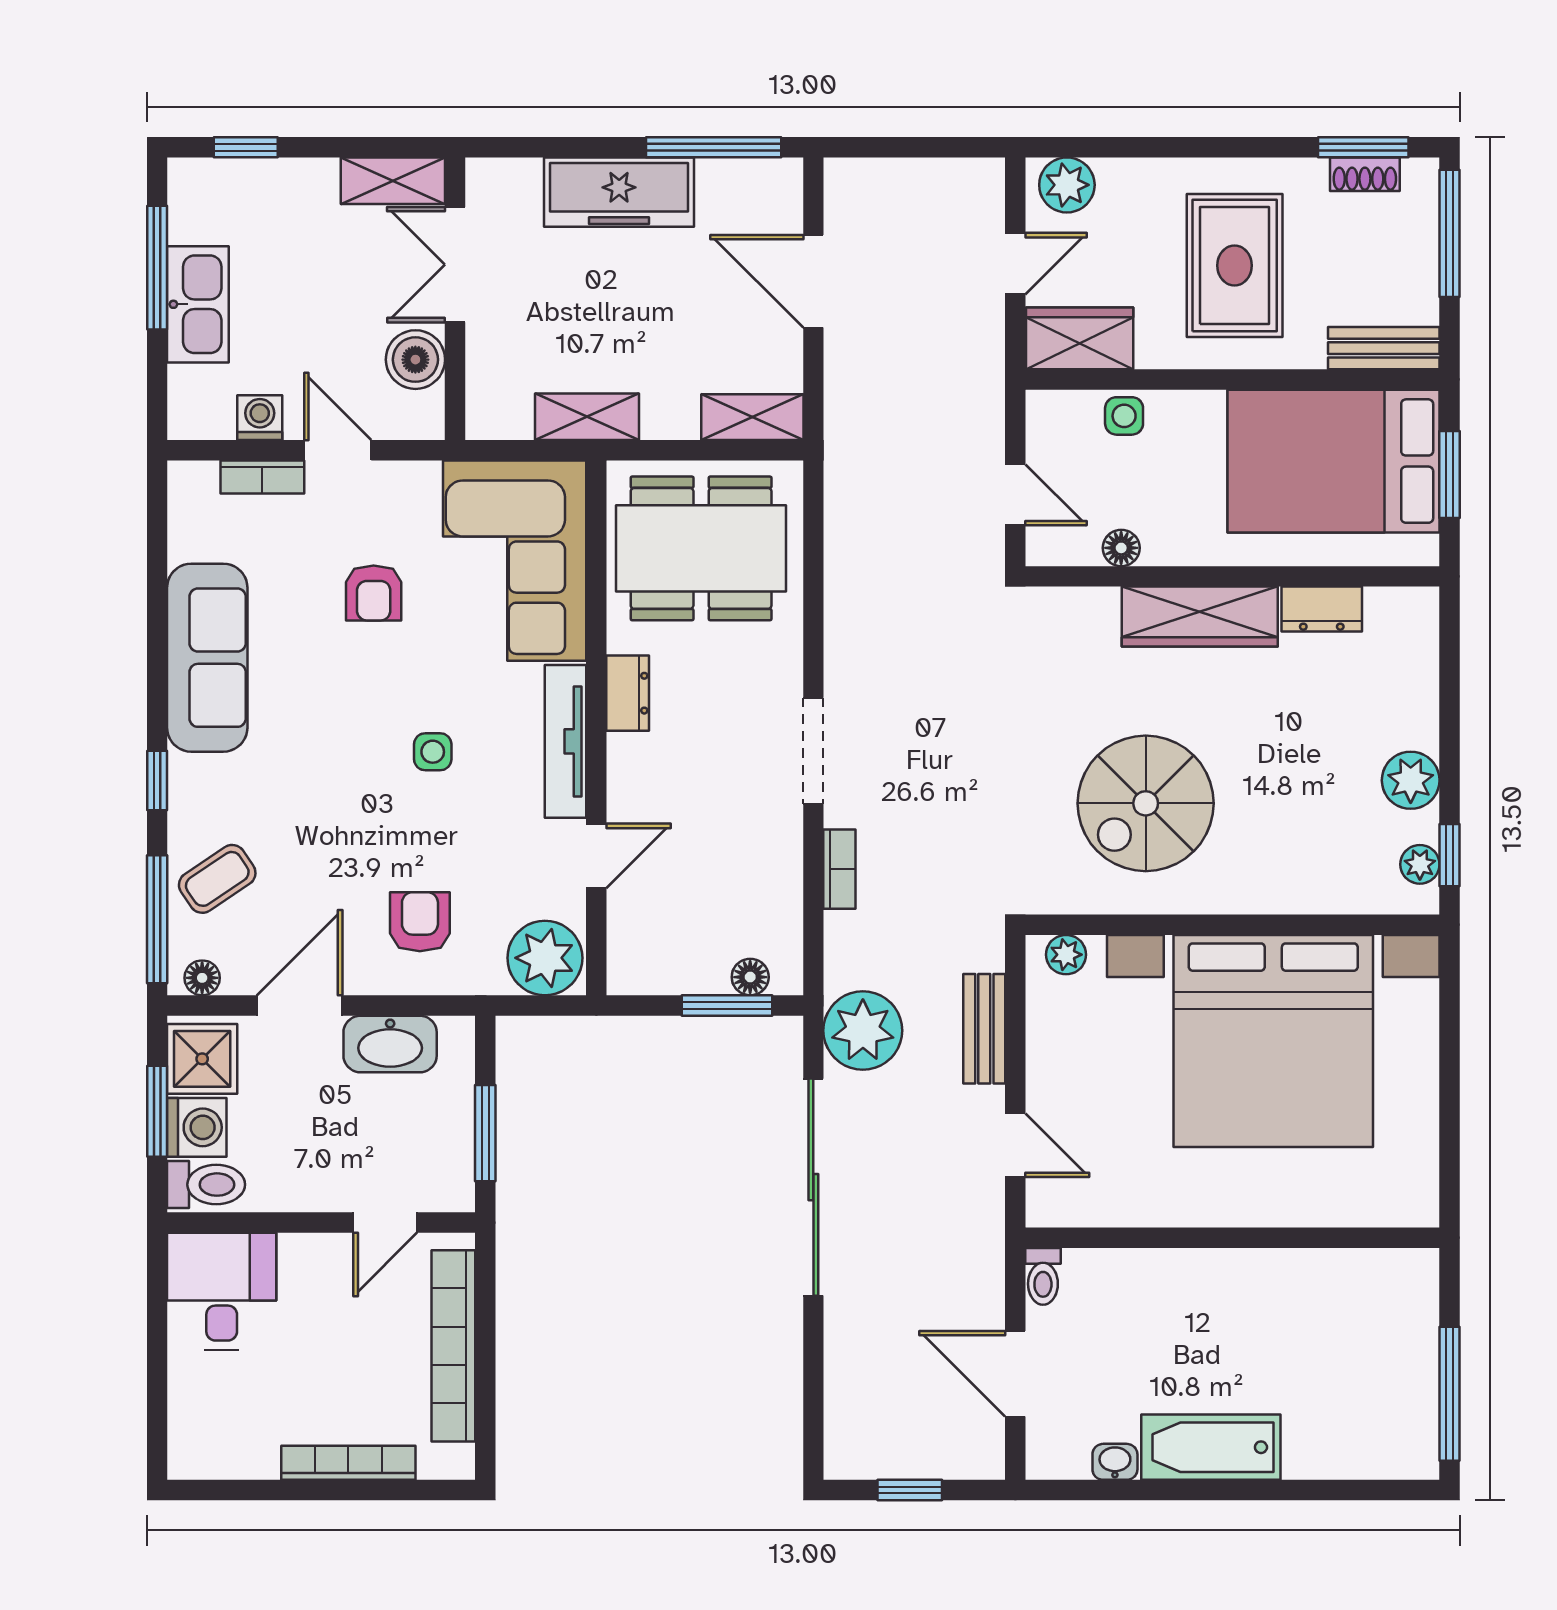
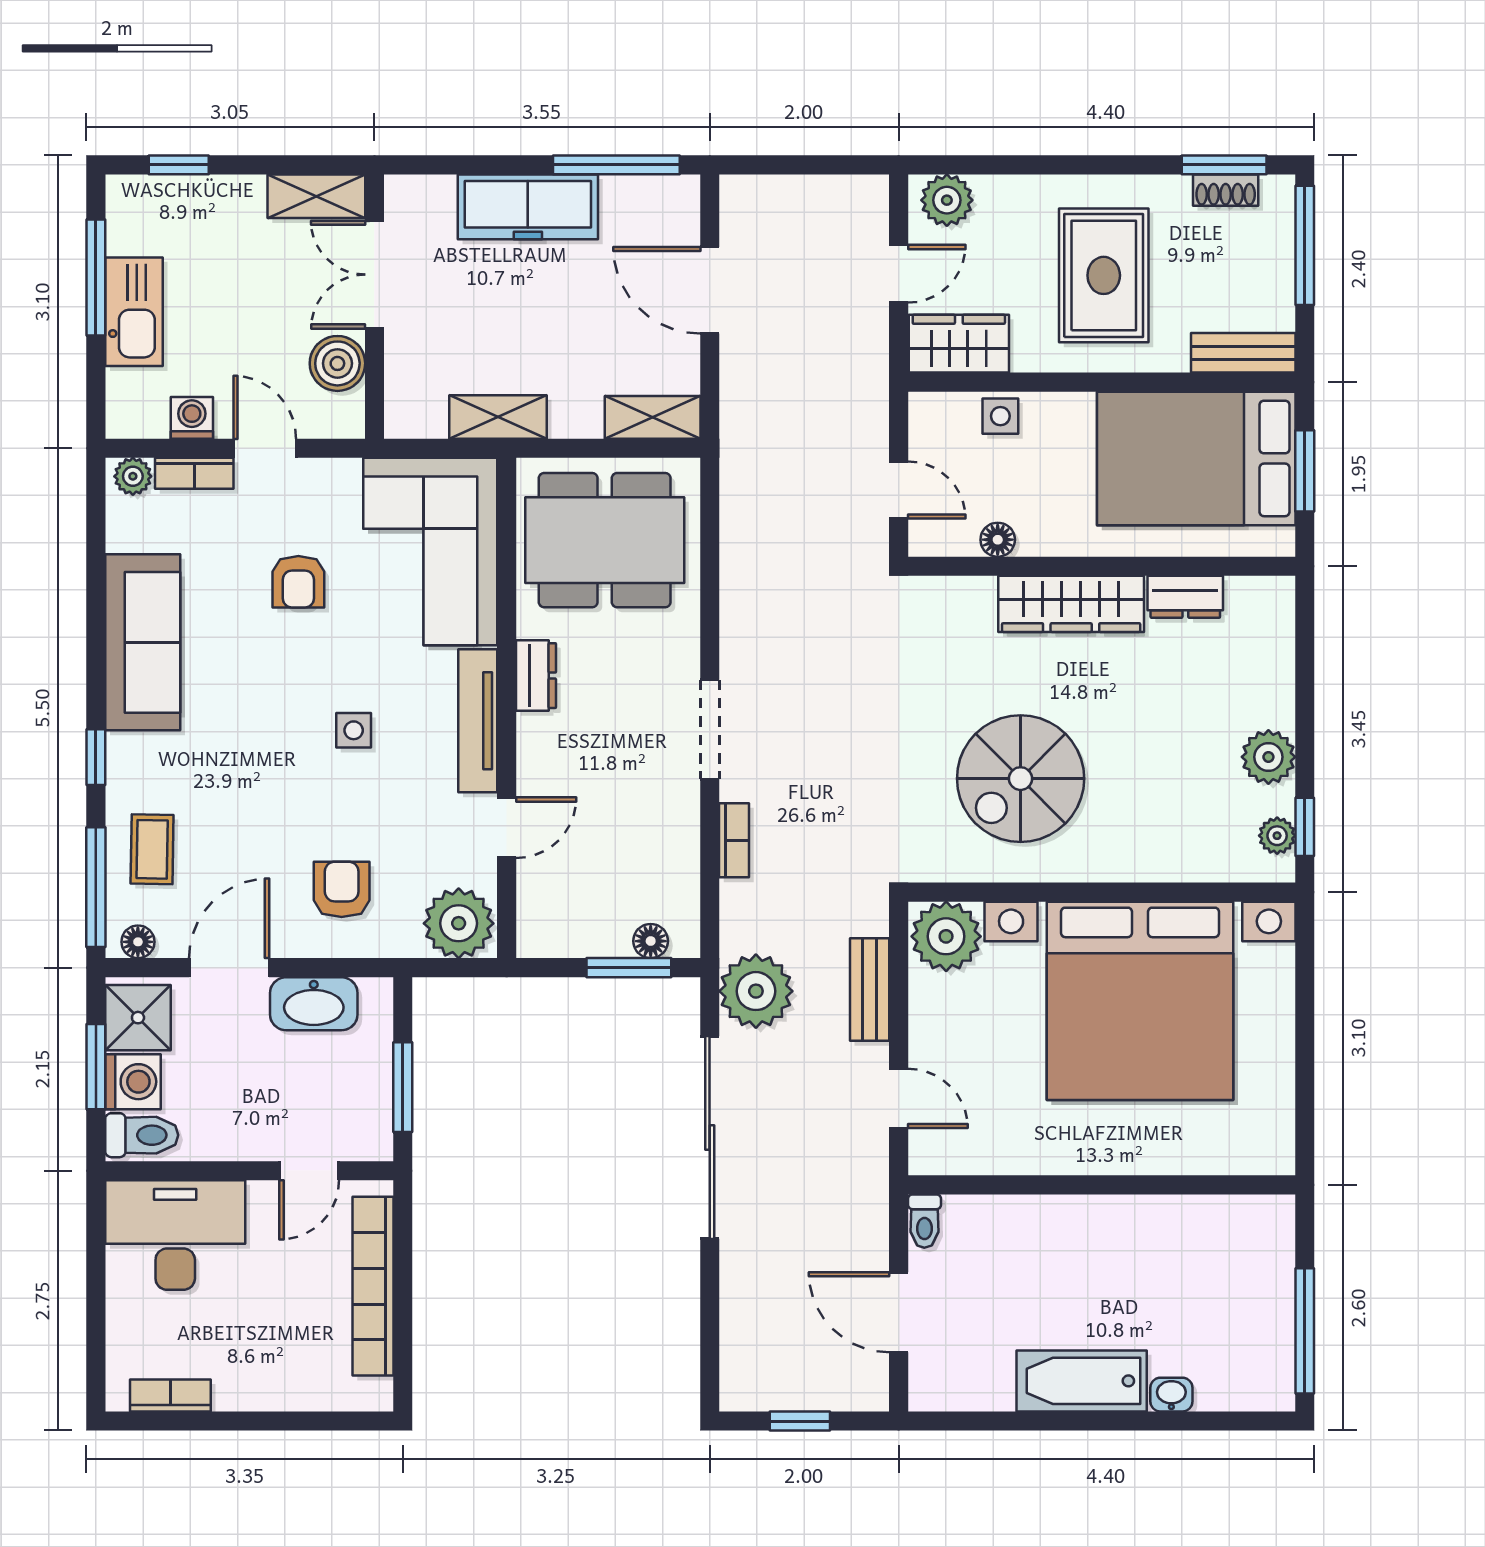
plant: (197, 480) -> (133, 476), added
coffee table: (217, 879) -> (152, 849), turned -55
plant: (1066, 955) -> (946, 936), width x1.87, depth x1.87
desk: (222, 1291) -> (175, 1235), width x1.37
washbasin: (1115, 1462) -> (1171, 1395), moved
bookcase: (348, 1463) -> (170, 1395), moved, width x0.64

